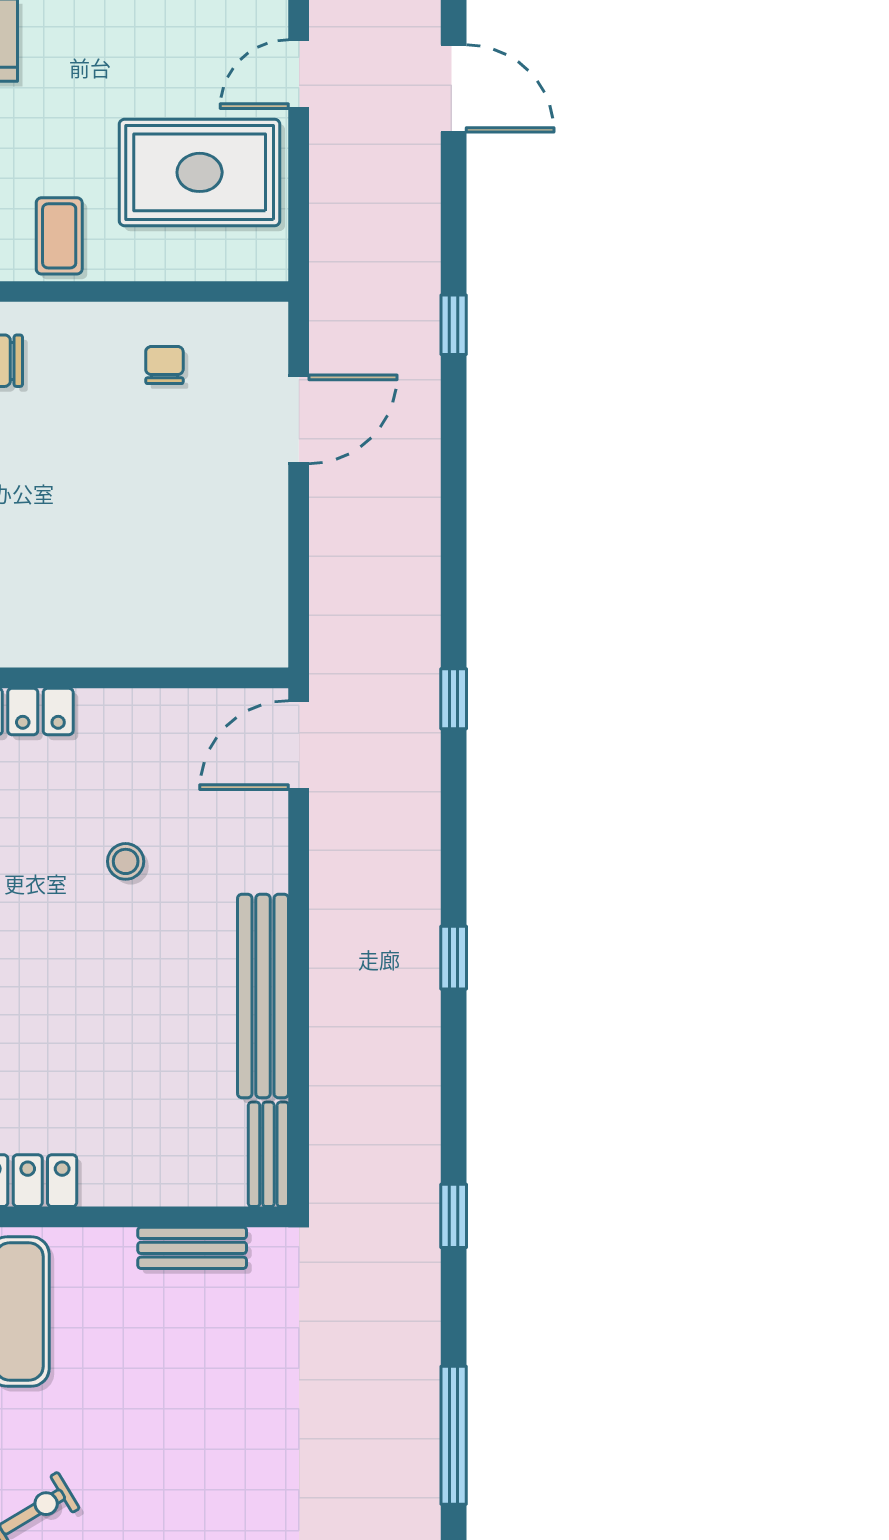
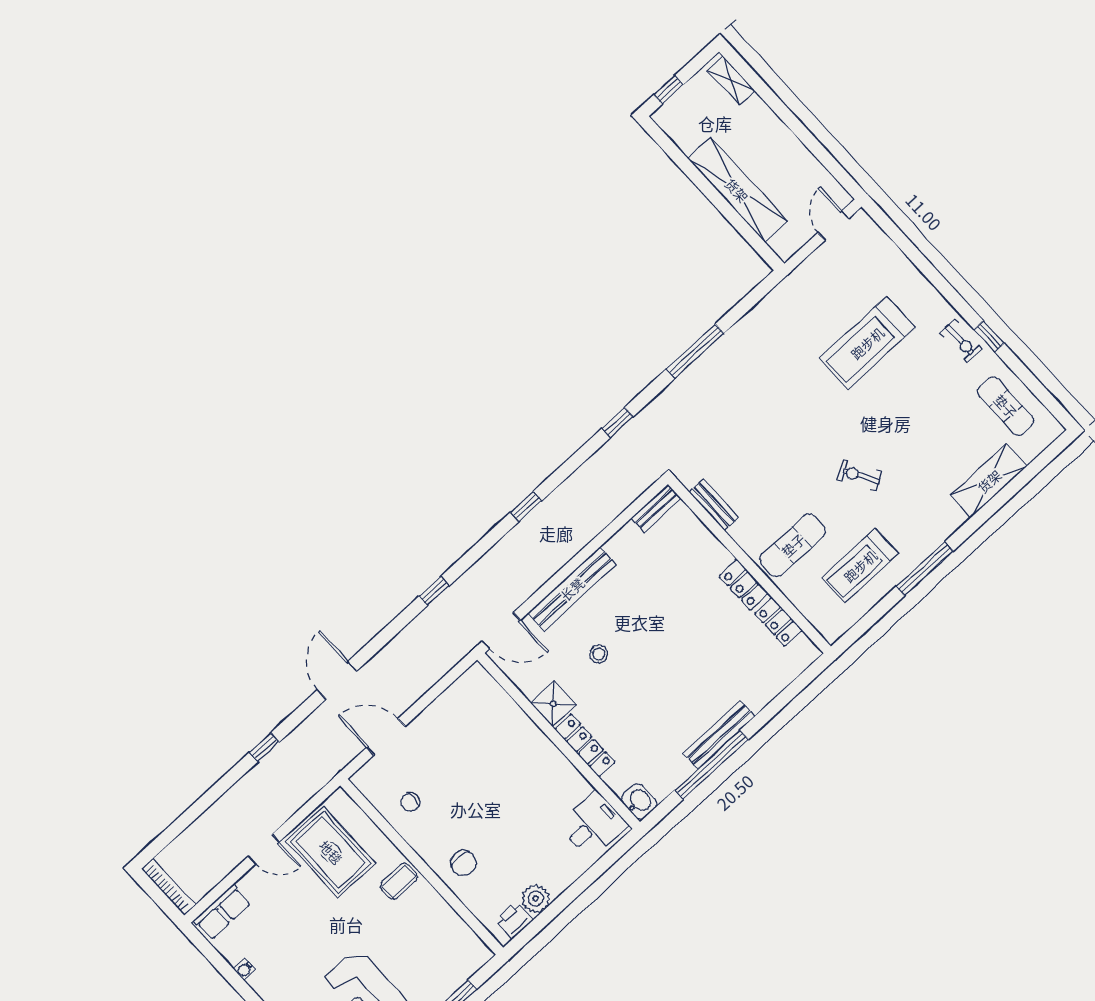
door: (454, 88) -> (337, 680), moved
window: (454, 325) -> (264, 747), moved
shower: (114, 722) -> (553, 704), added
bench: (263, 996) -> (572, 589), moved

